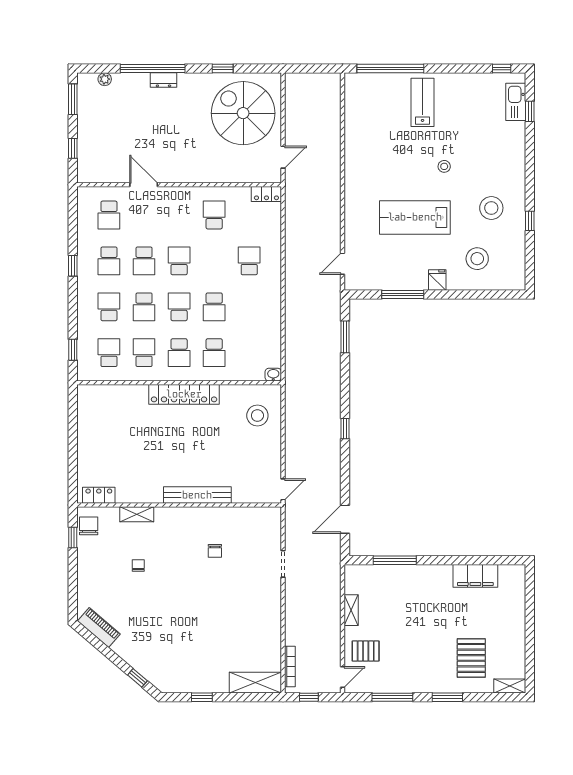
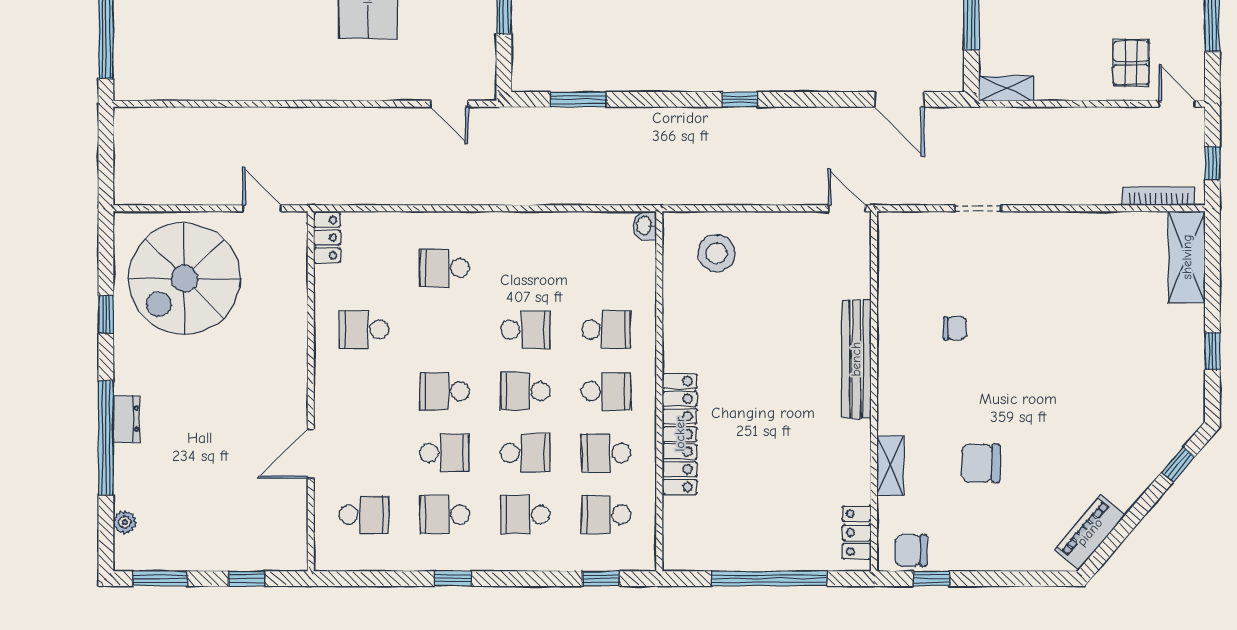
school desk: (109, 261) -> (445, 515), turned 180
locker: (184, 394) -> (680, 434), moved
window: (73, 445) -> (769, 579), added
chair: (138, 565) -> (981, 463), width x1.87, depth x1.87
shelving: (351, 610) -> (1006, 89), moved

